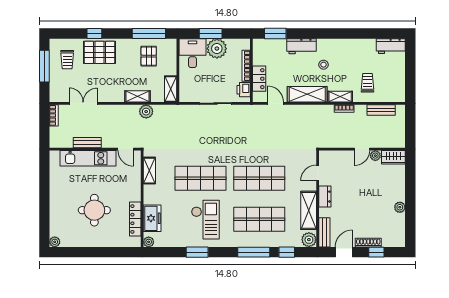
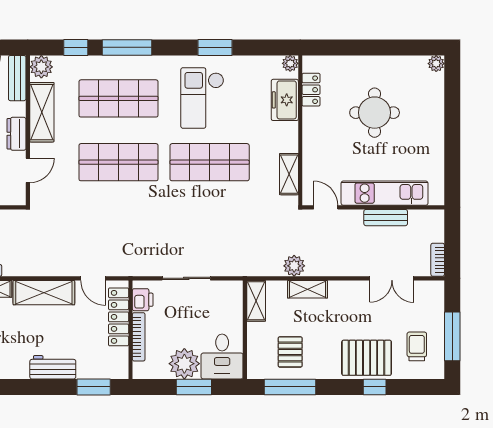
stool: (324, 65) -> (19, 339), removed
locker: (259, 79) -> (119, 317), width x1.53
locker: (135, 219) -> (311, 90), width x0.66

